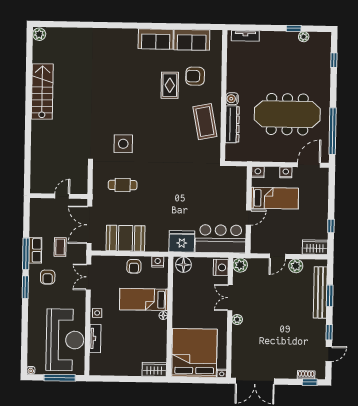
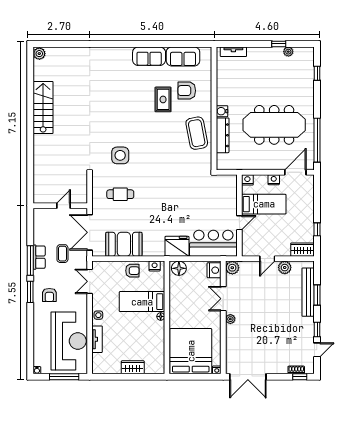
armchair: (134, 266) -> (132, 271), turned -90
armchair: (48, 277) -> (49, 295), moved
wardrobe: (154, 369) -> (133, 367), moved

